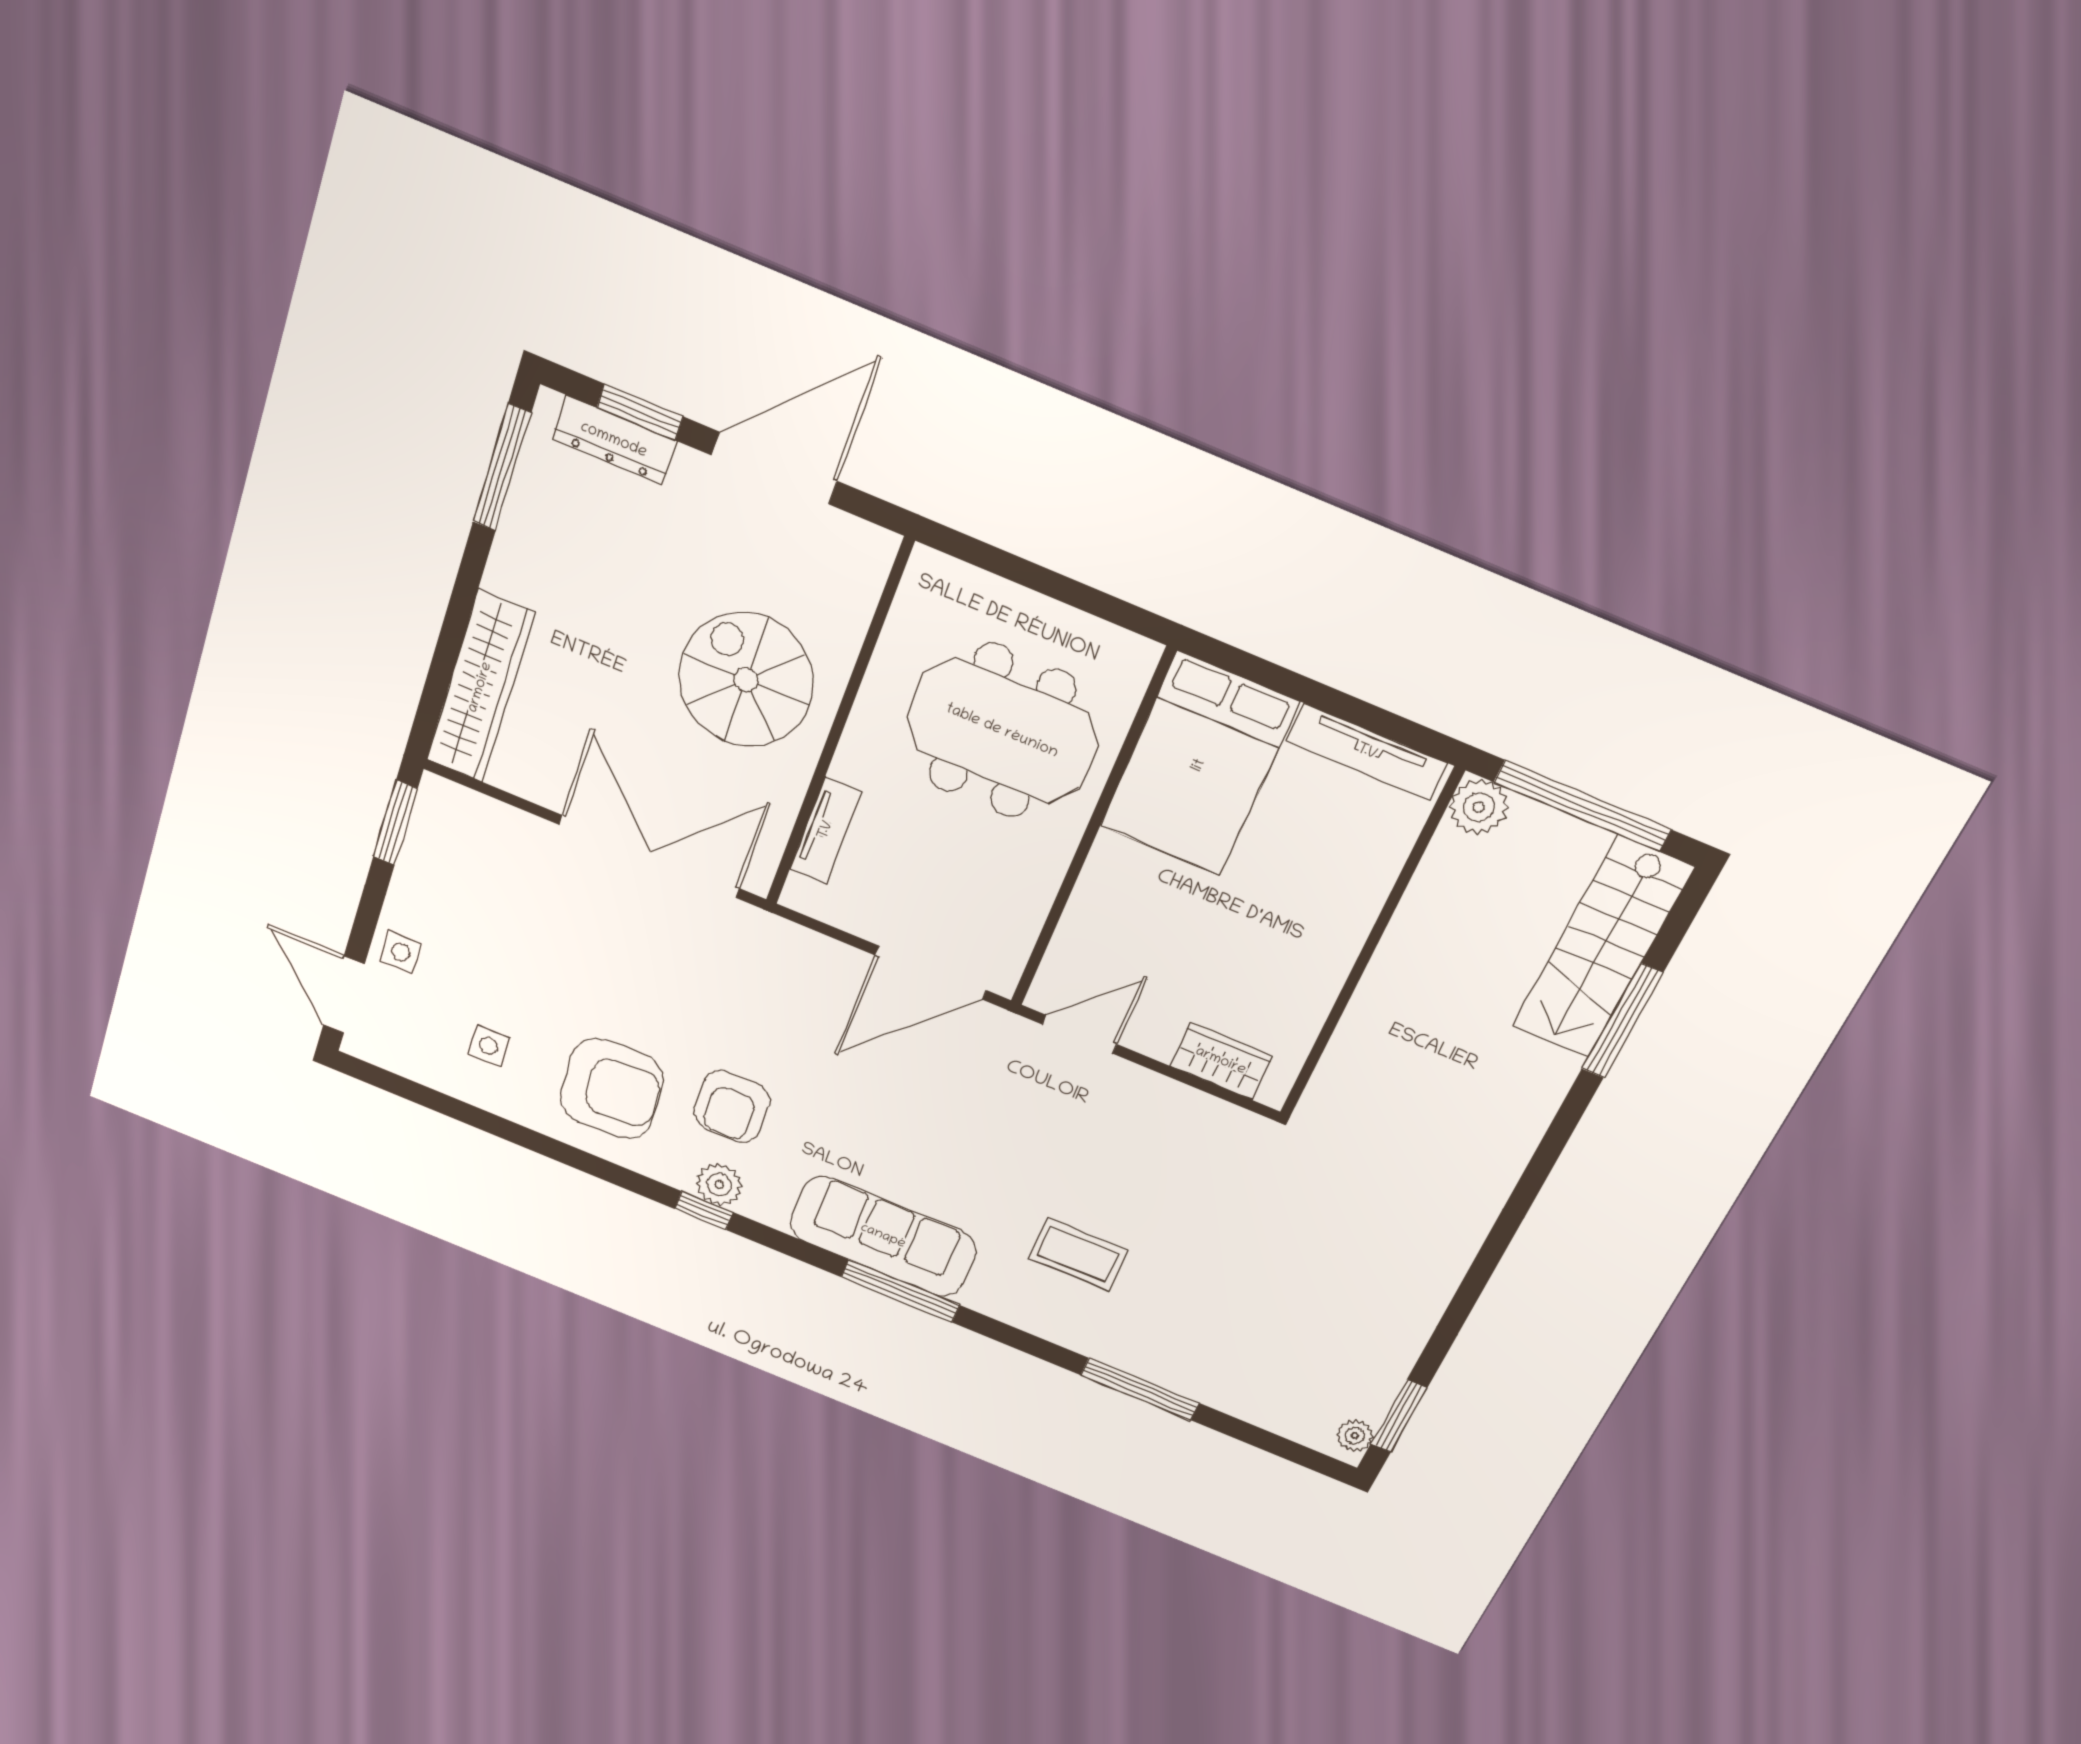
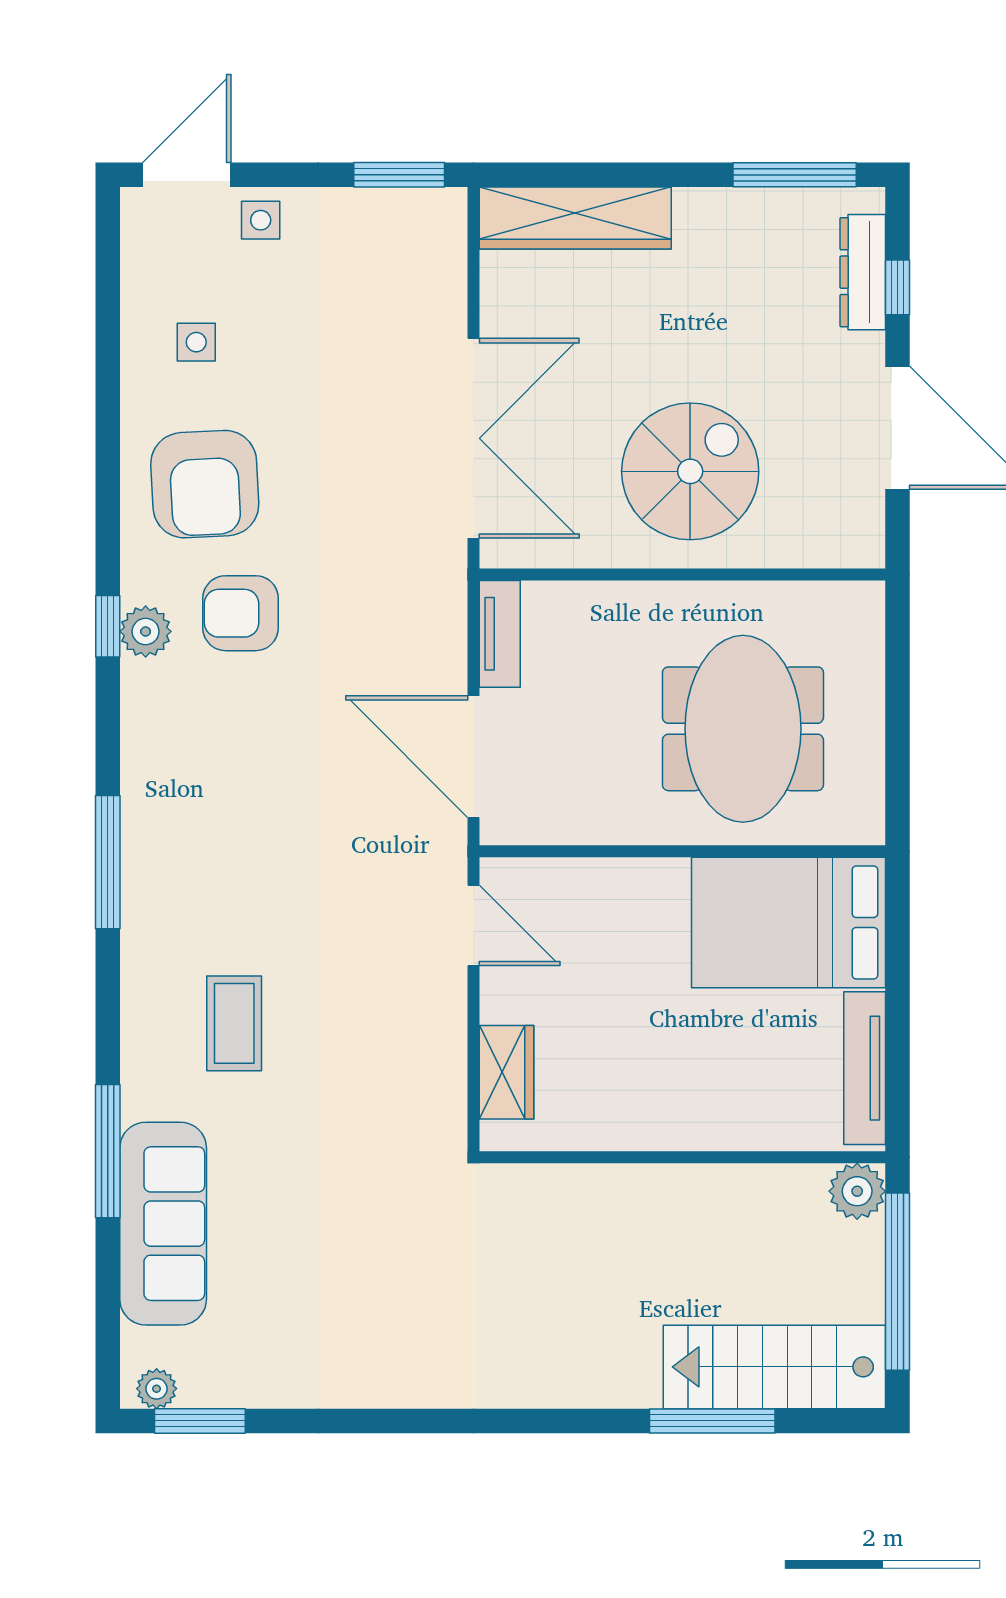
window: (640, 412) -> (897, 287), width x0.67
tv unit: (826, 830) -> (500, 634), moved, turned -90
sofa: (883, 1236) -> (163, 1224), moved

